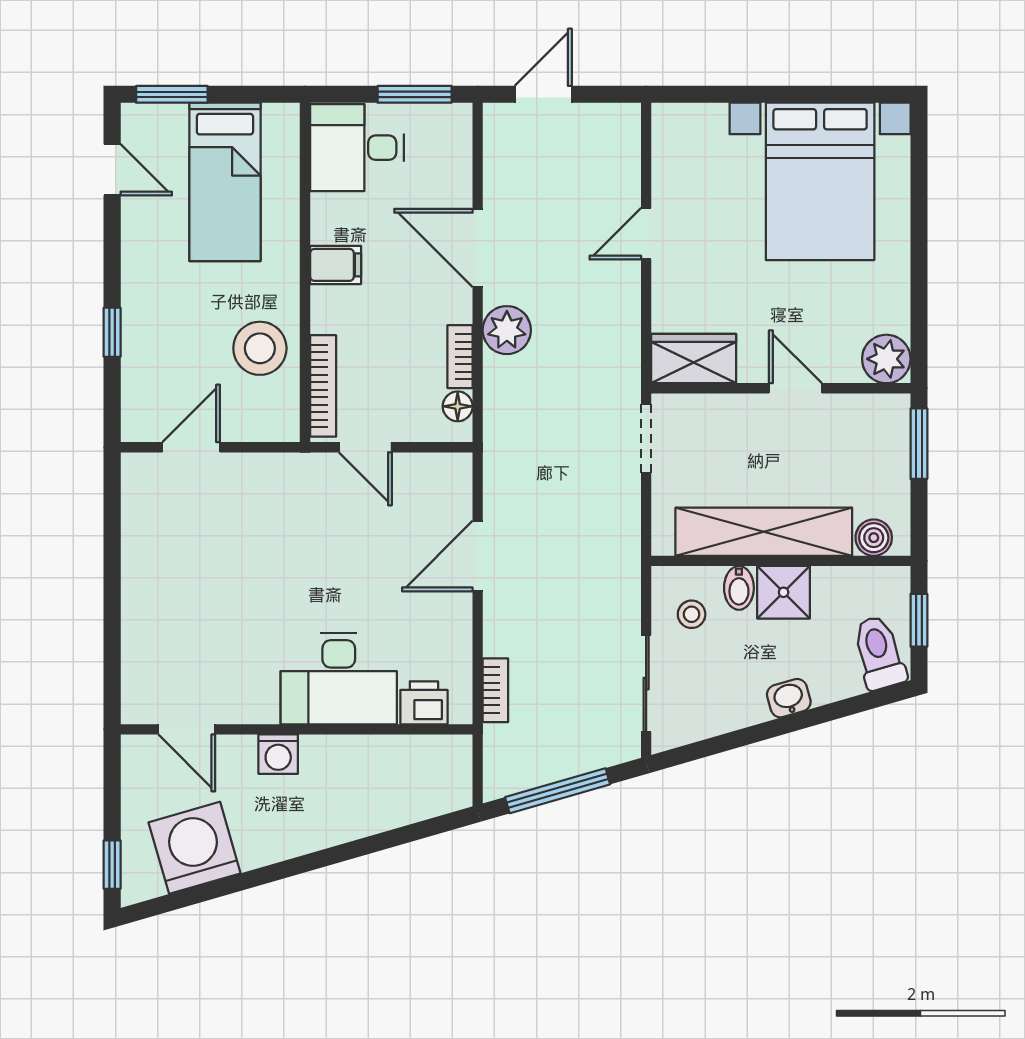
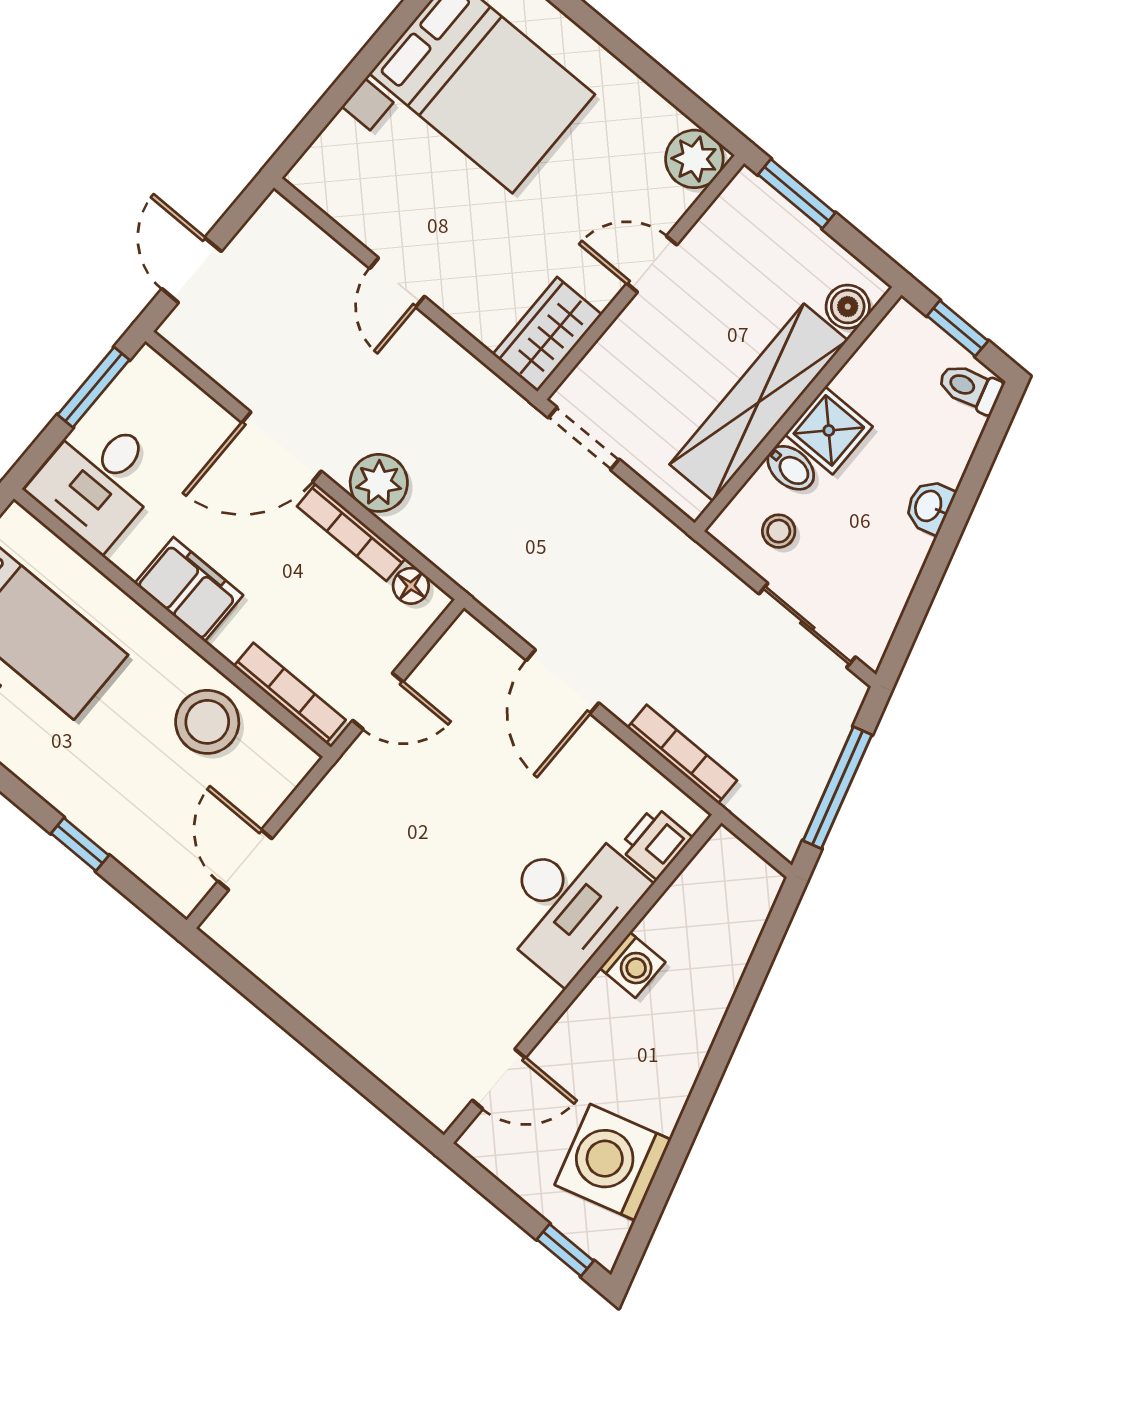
filing cabinet: (336, 265) -> (189, 589), width x2.00
bookcase: (460, 357) -> (351, 532), width x1.56
toilet: (879, 653) -> (970, 388), width x0.73, depth x0.72
bookcase: (495, 690) -> (682, 754), width x1.56
washing machine: (278, 754) -> (633, 965), moved

